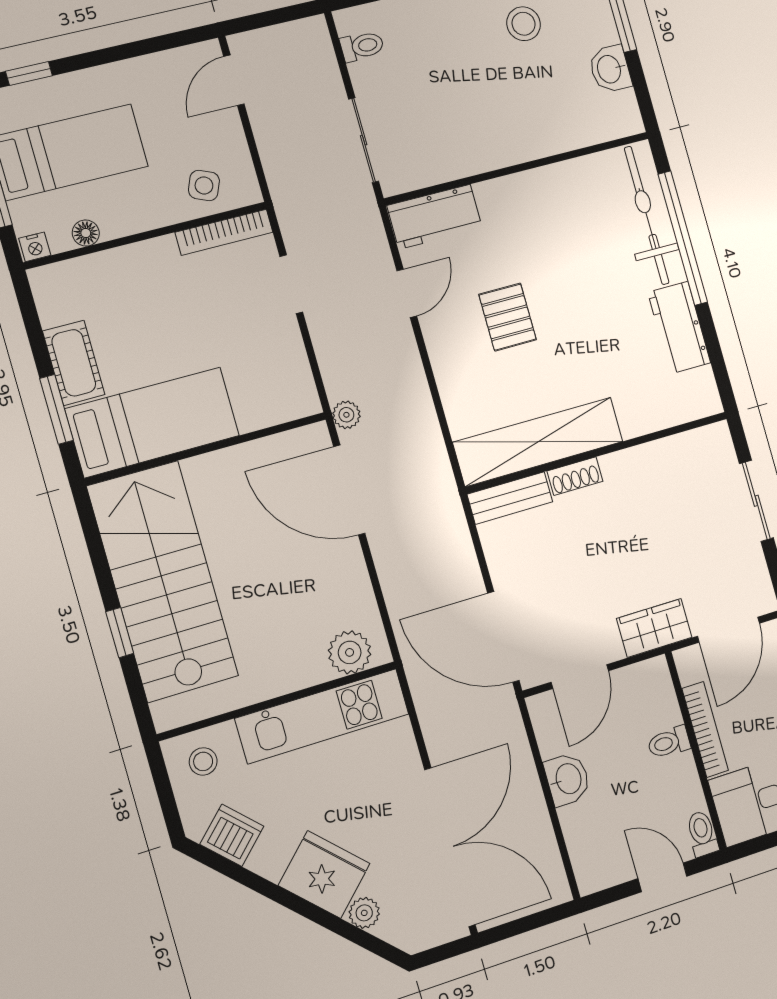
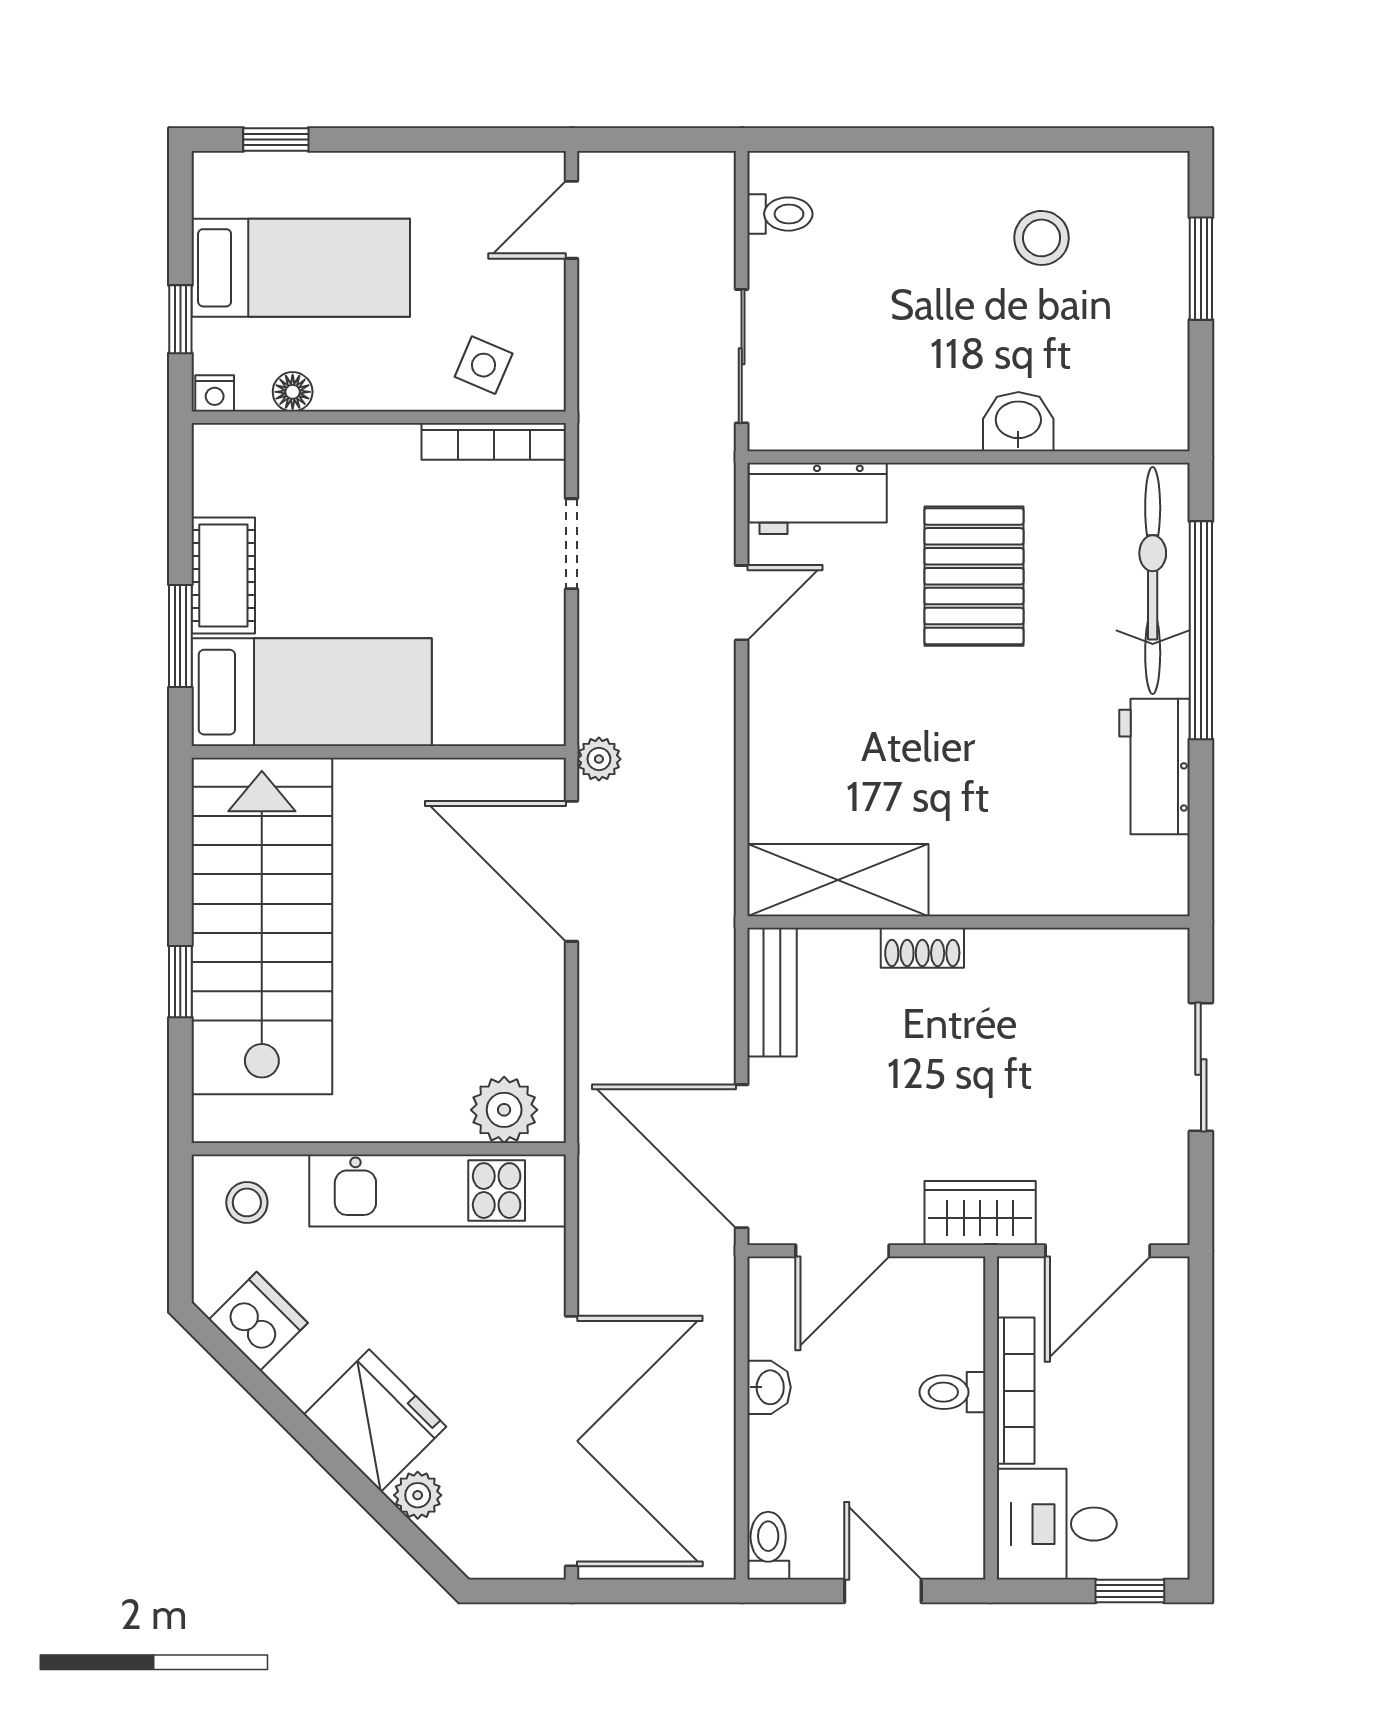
washbasin: (610, 69) -> (1018, 422), moved, turned 90
pallet: (508, 317) -> (974, 576), moved, width x1.50, depth x1.42
shelving: (538, 442) -> (838, 880), width x0.68
bench: (510, 498) -> (772, 992), moved, turned 90
washbasin: (567, 779) -> (769, 1387), width x0.72, depth x0.69
toilet: (702, 834) -> (768, 1546), moved

